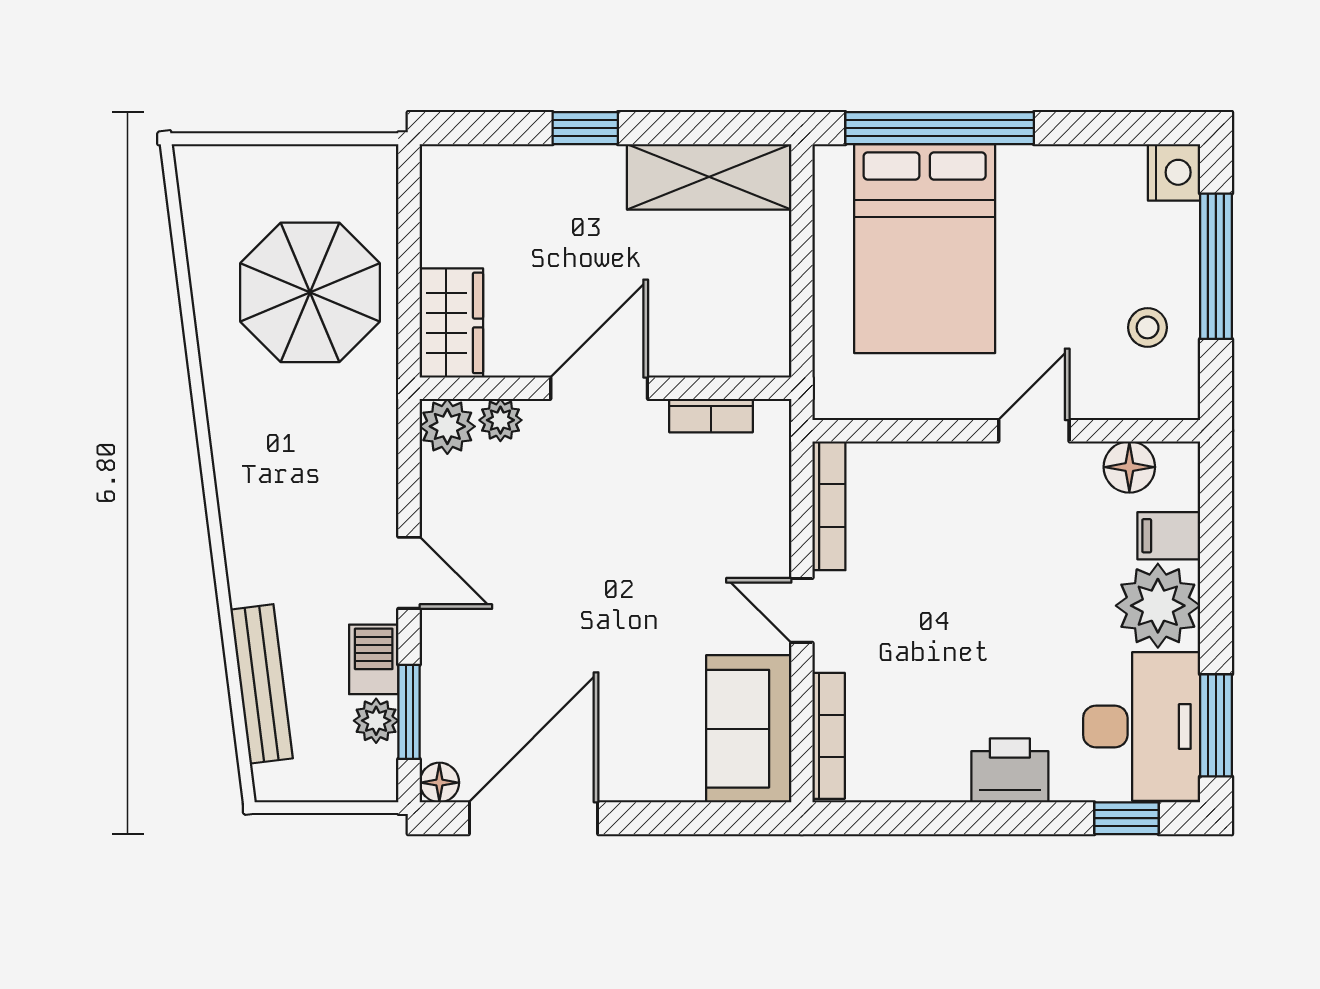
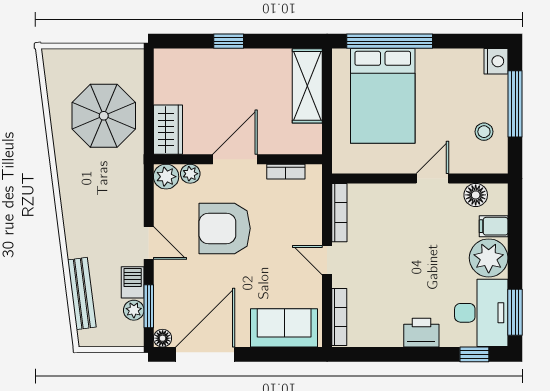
shelving: (709, 177) -> (307, 86), moved, turned 90
armchair: (576, 541) -> (225, 228), added
sofa: (749, 729) -> (284, 328), moved, turned 90

